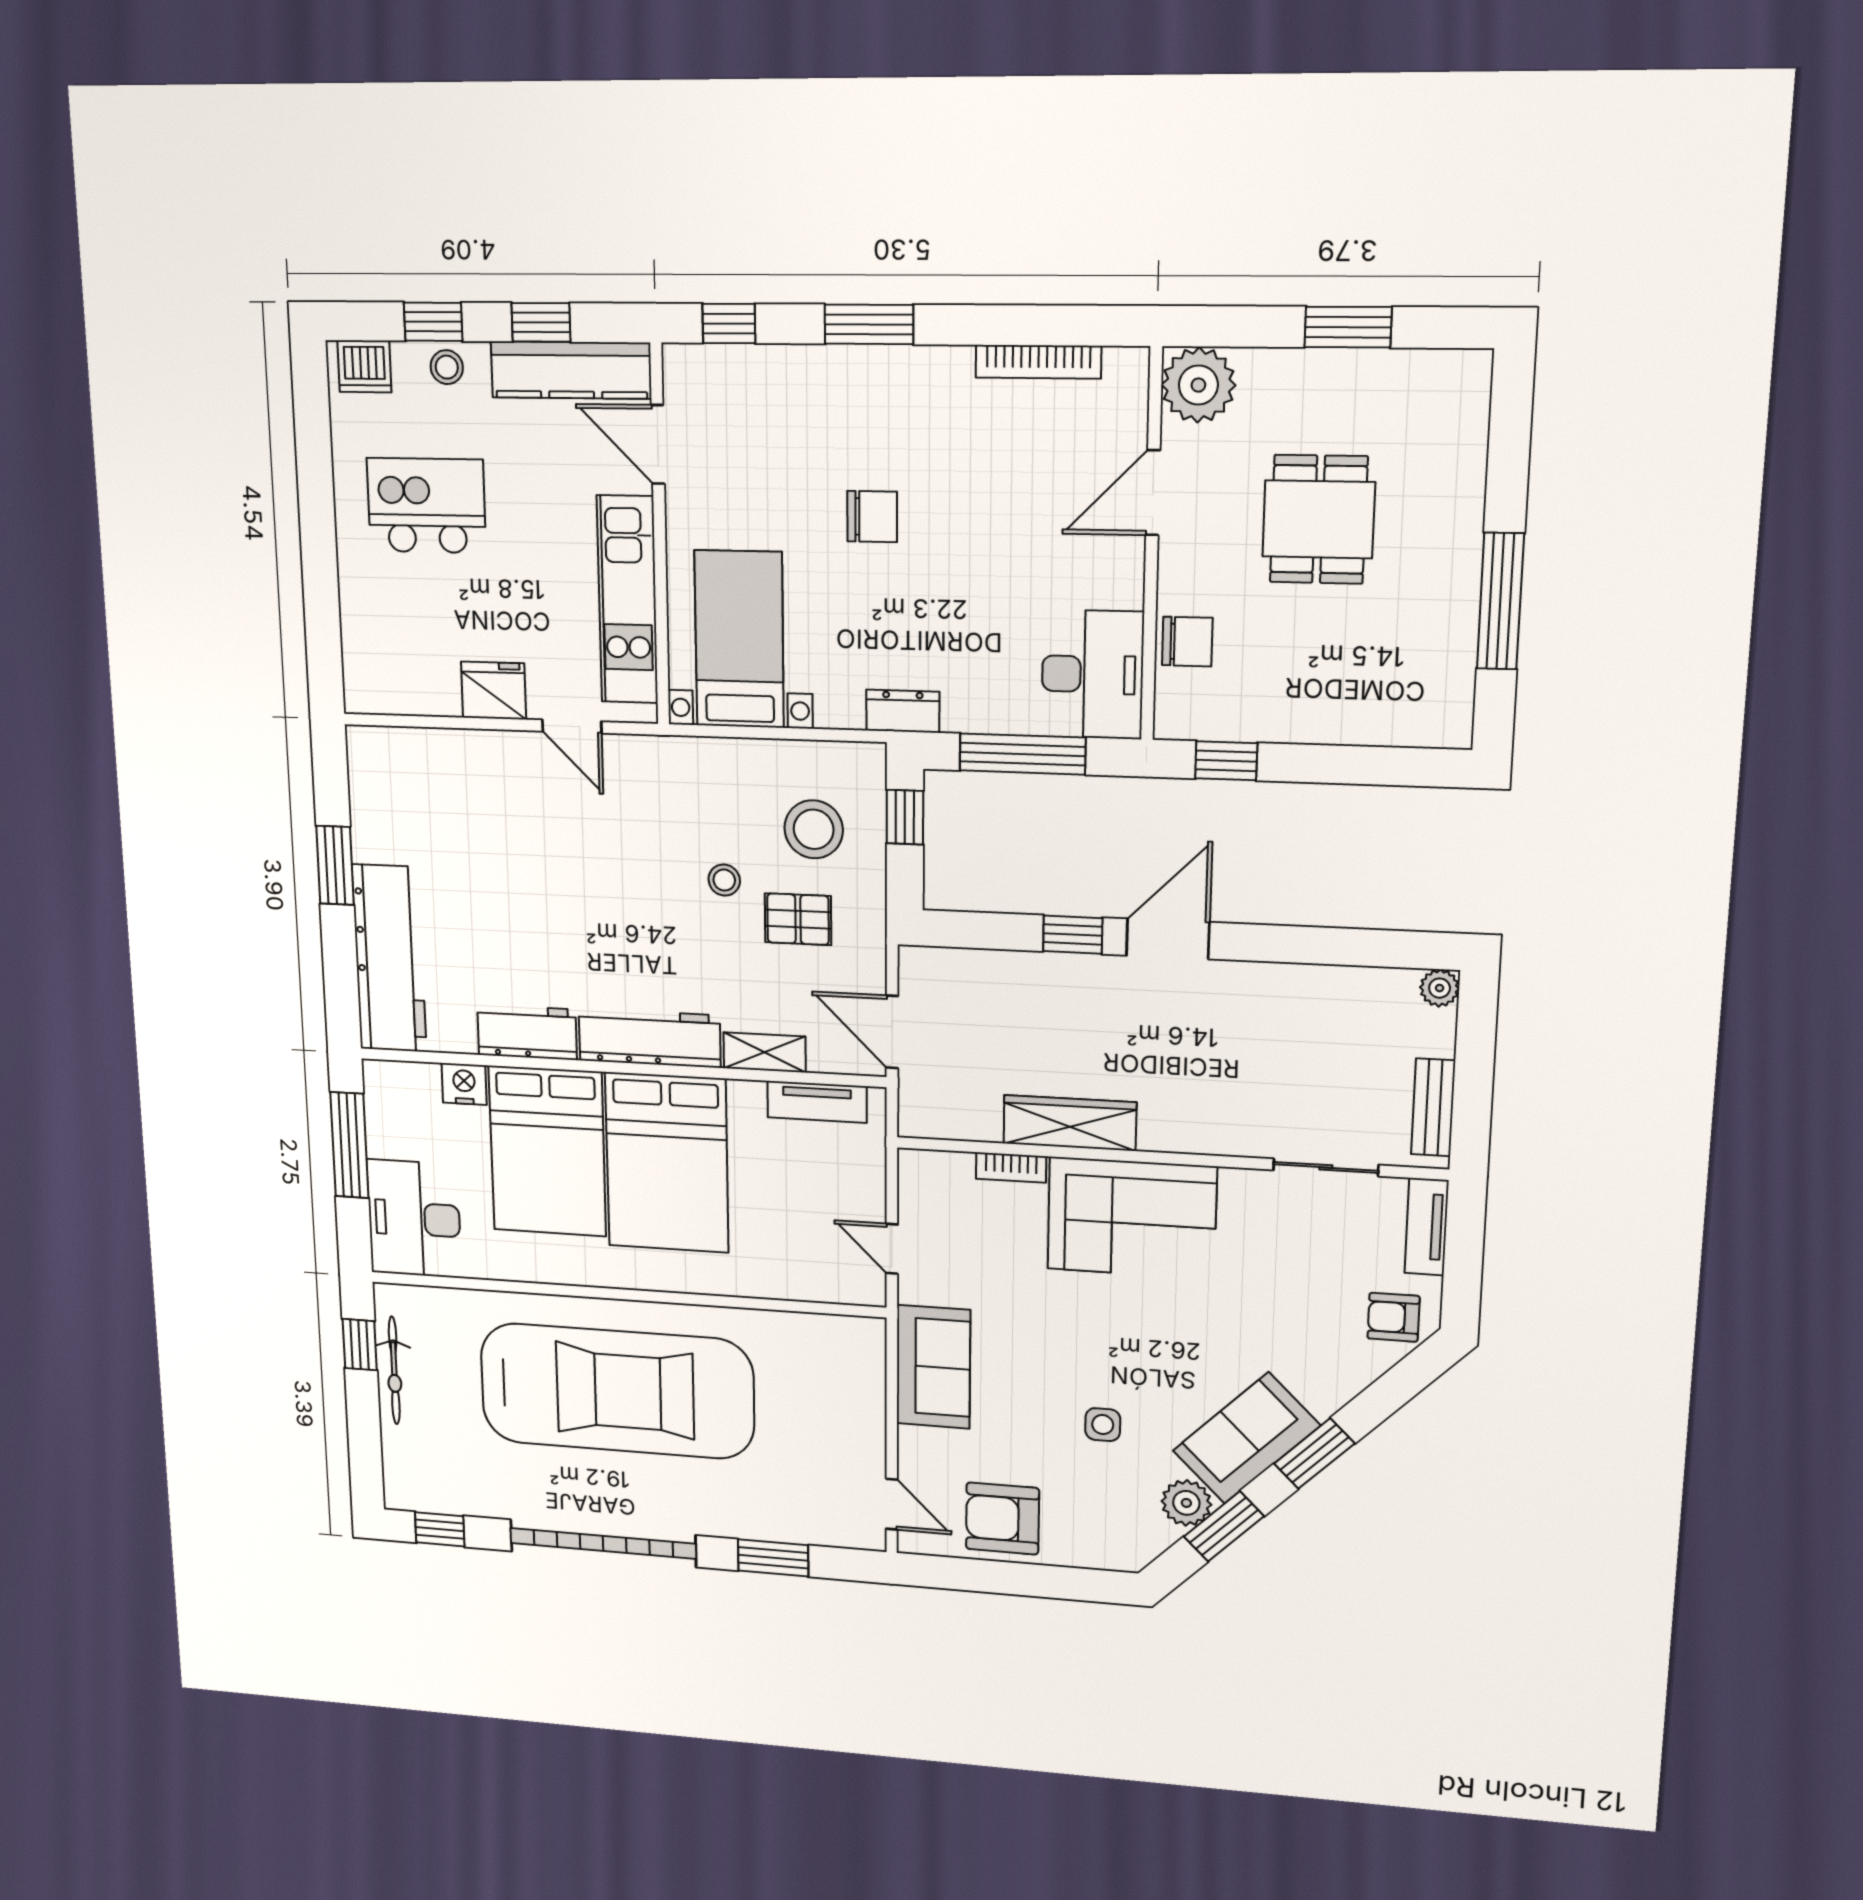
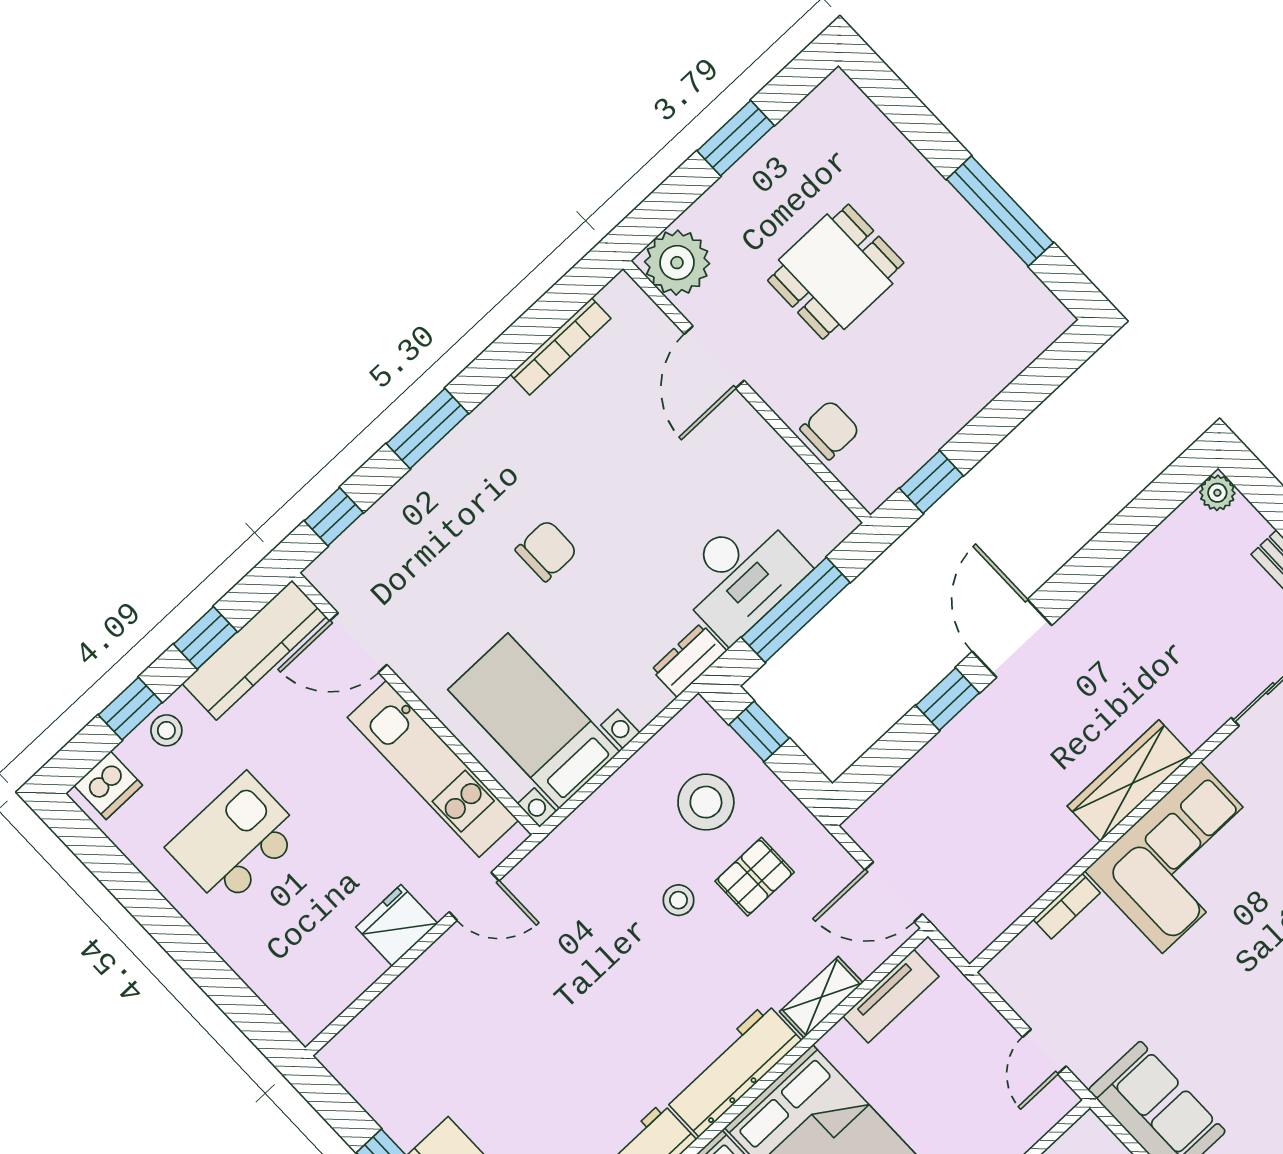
dining table: (1319, 519) -> (836, 272), turned 90
desk: (1092, 674) -> (741, 575), moved, turned 90
wardrobe: (1070, 1123) -> (1130, 781), moved
door: (892, 1249) -> (1044, 1052), hinge flipped

